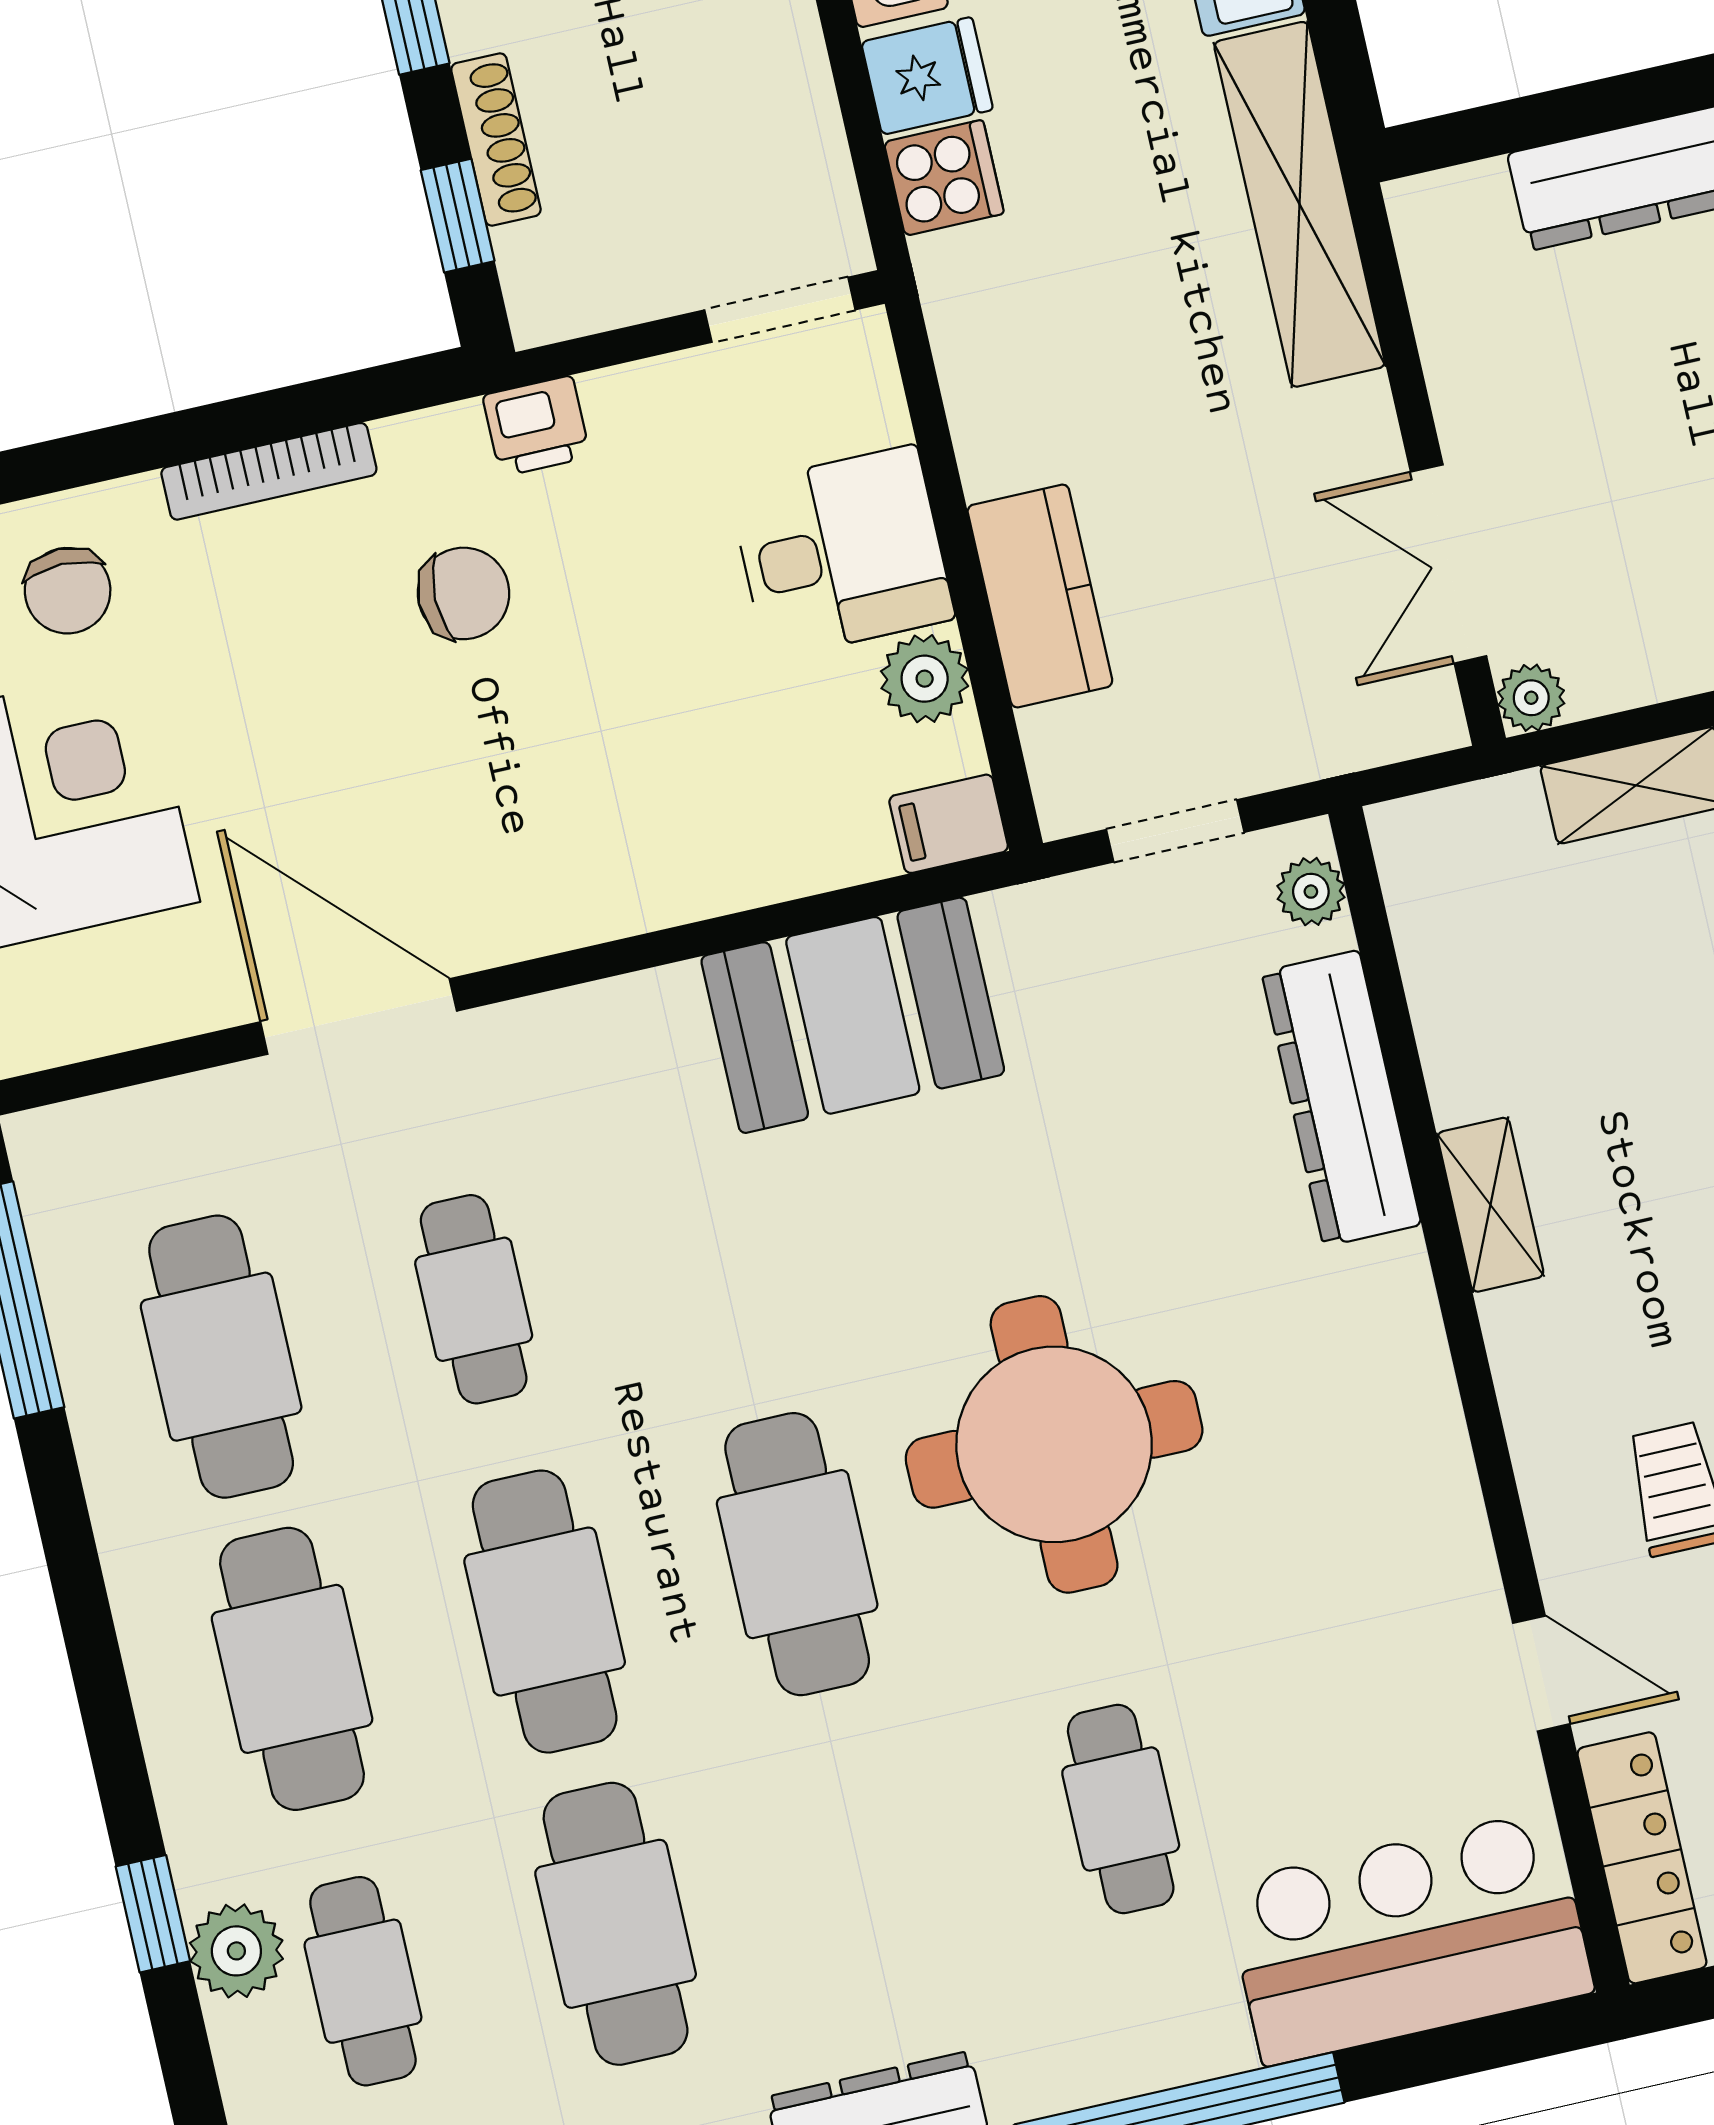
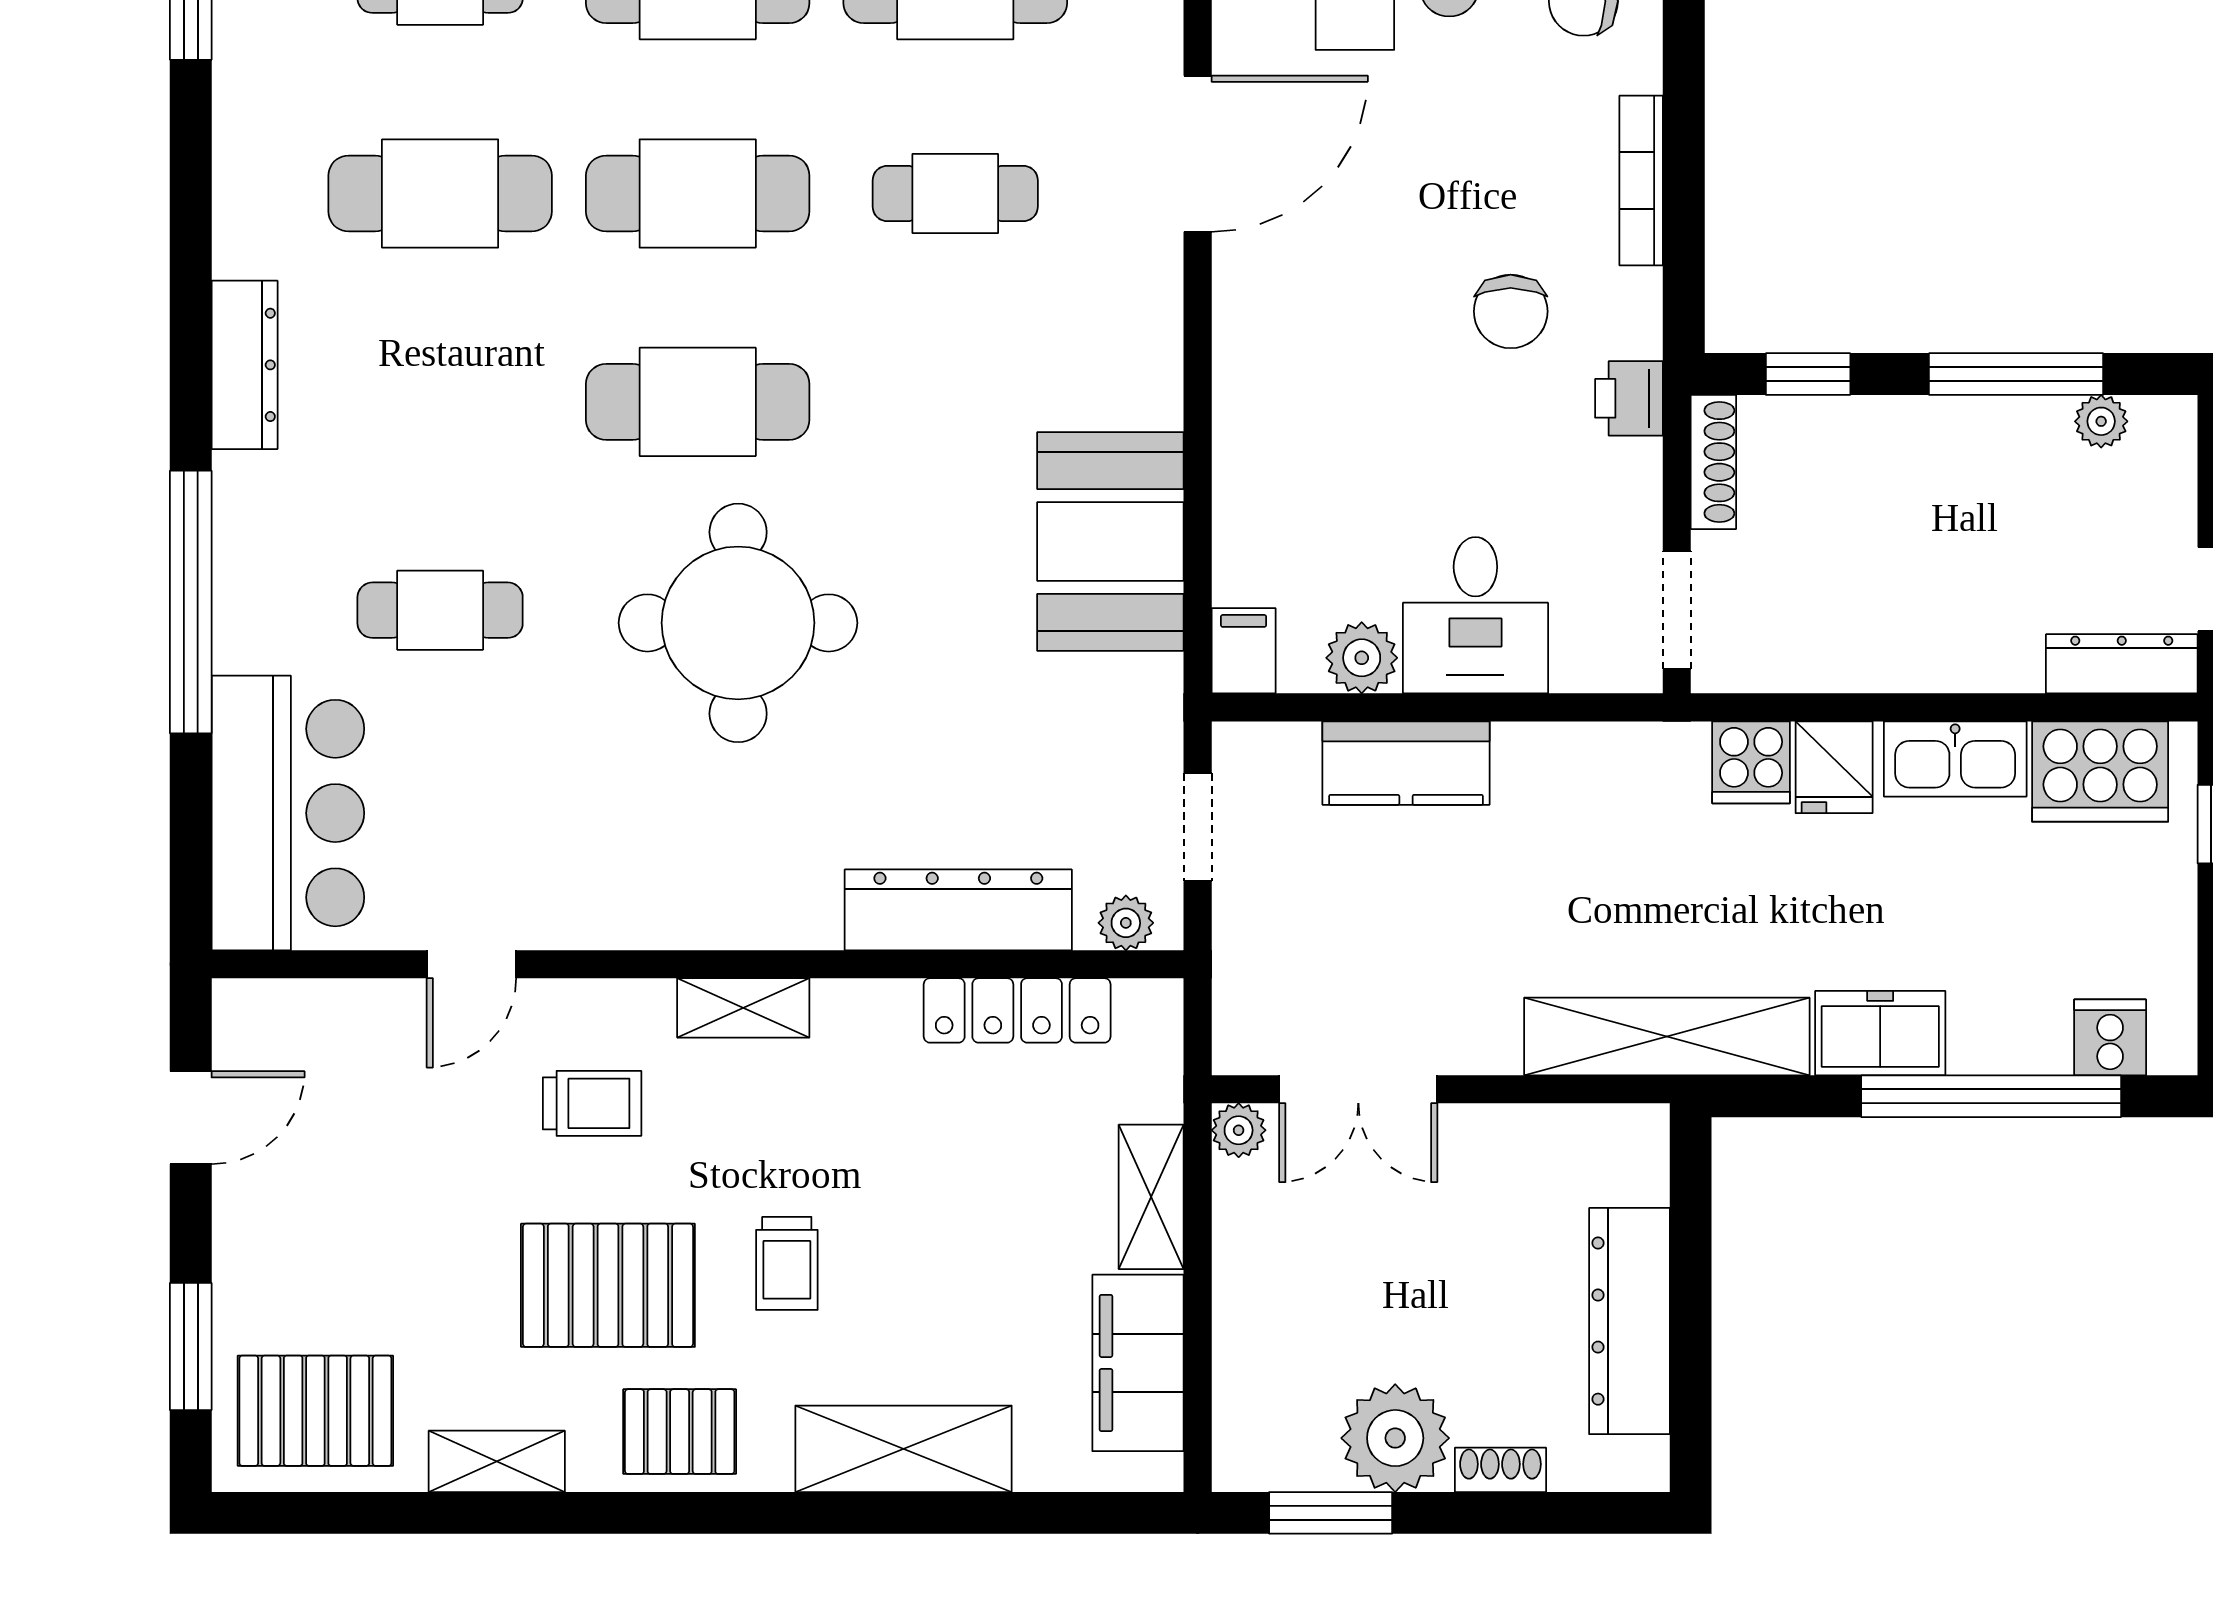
shoe rack: (496, 140) -> (1713, 462), moved, turned -90
double door: (1449, 564) -> (1358, 1089), swing flipped
shelving: (1490, 1205) -> (743, 1008), moved
locker: (1642, 1858) -> (1017, 1010), moved

